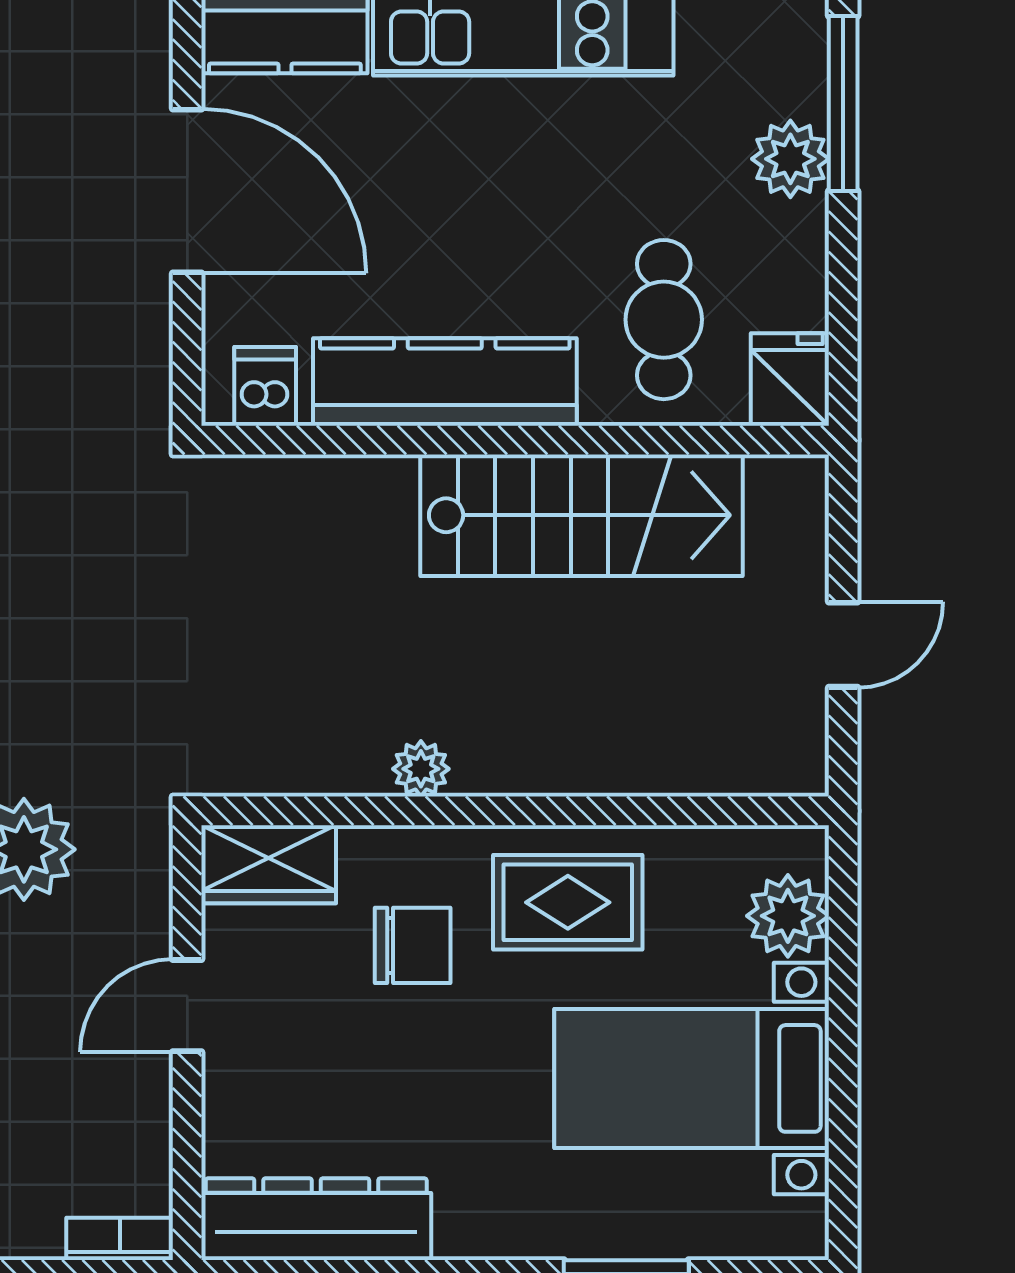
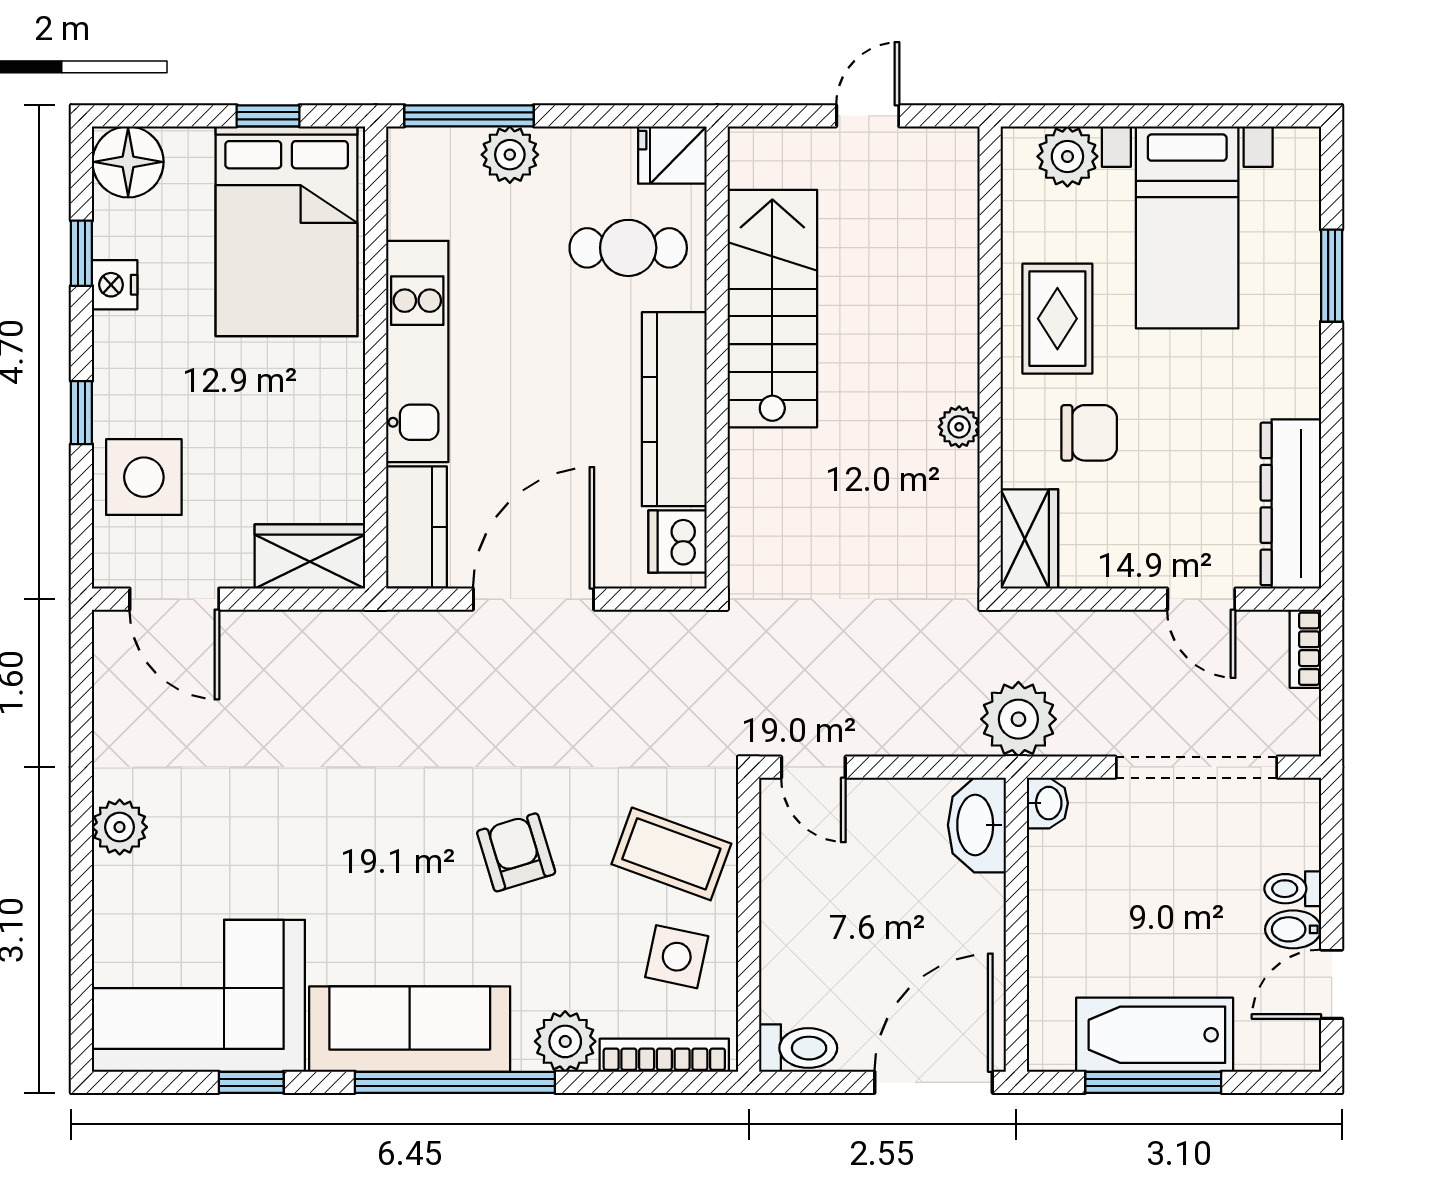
dishwasher: (265, 386) -> (677, 542), width x1.38
door: (843, 645) -> (868, 116), hinge flipped
chair: (413, 945) -> (1089, 433), turned 90
door: (187, 1006) -> (1201, 599), moved

